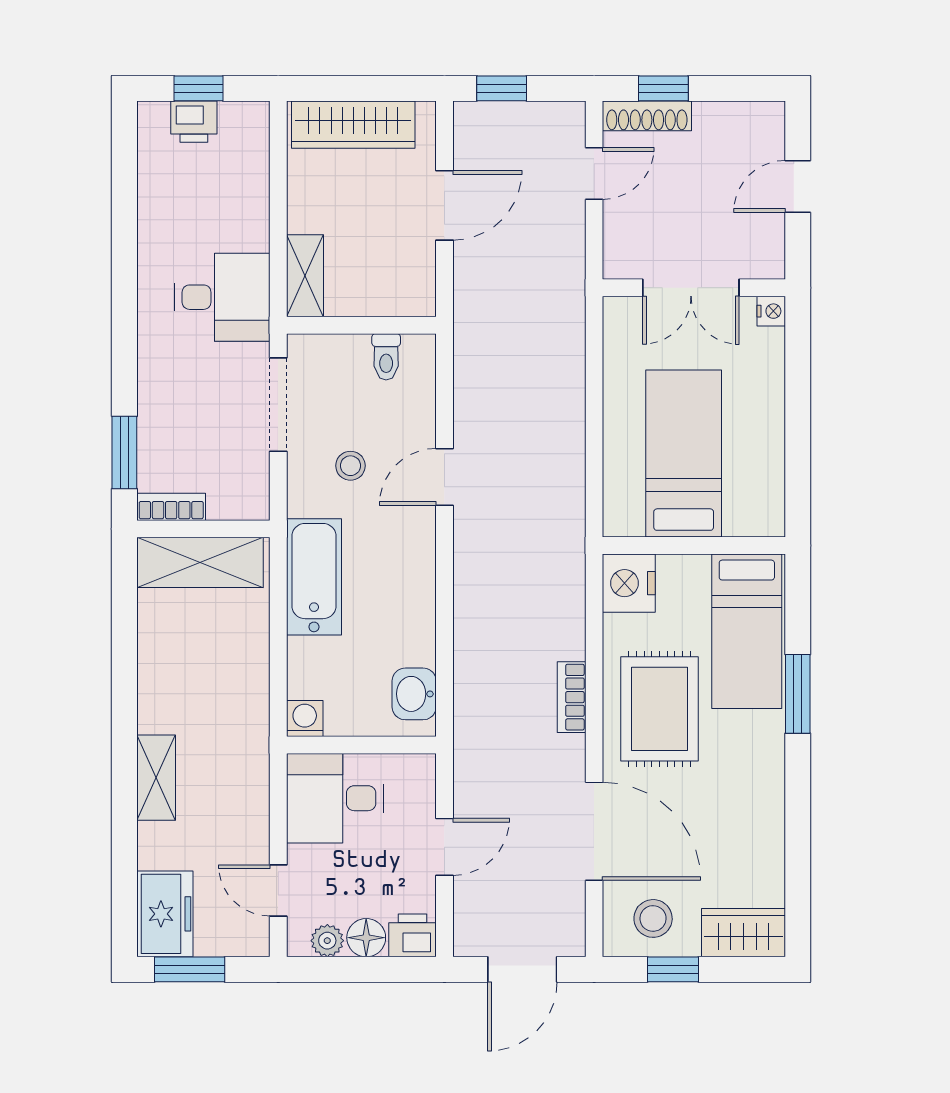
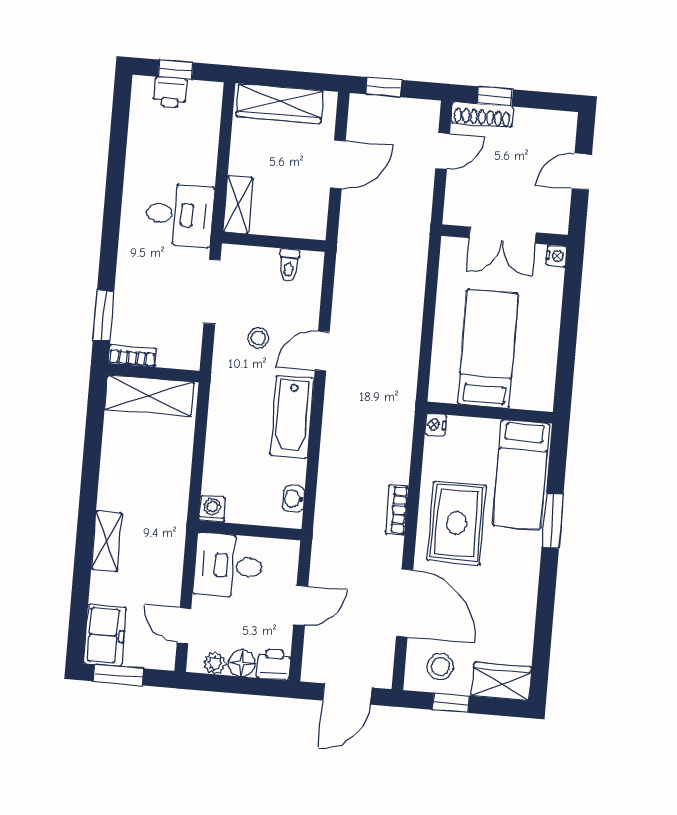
bathtub: (314, 577) -> (292, 417), moved, turned 180
nightstand: (629, 583) -> (436, 424), width x0.53, depth x0.56
washbasin: (414, 694) -> (293, 499), width x0.72, depth x0.69

